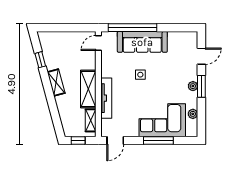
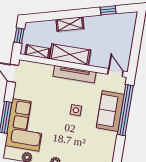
sofa: (142, 42) -> (110, 111), width x0.73
shelving: (56, 83) -> (70, 24), moved
tv unit: (106, 98) -> (74, 74), moved

